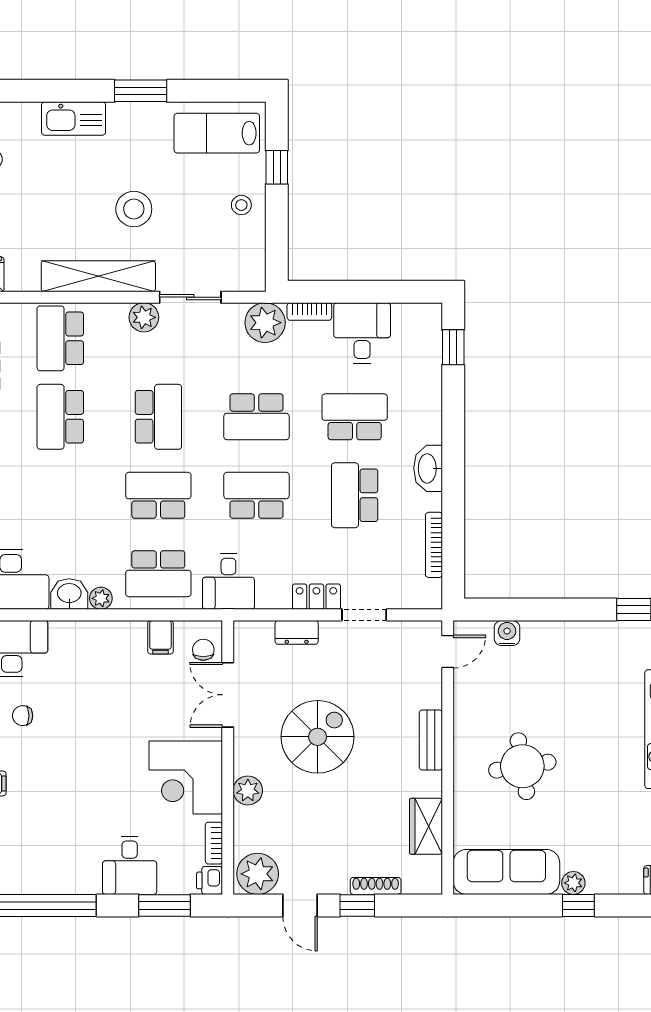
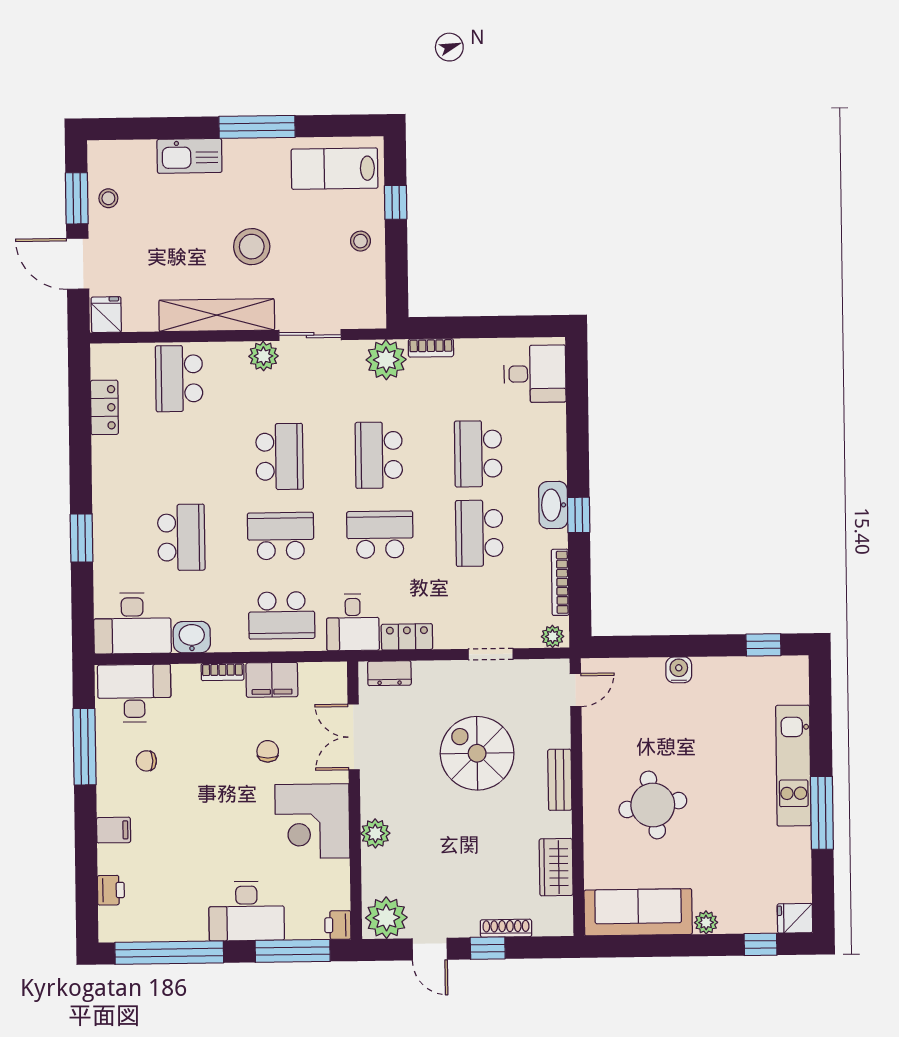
window: (141, 91) -> (257, 127), width x1.44
desk: (362, 333) -> (535, 374), moved, turned 90
window: (453, 347) -> (579, 515), moved
school desk: (60, 417) -> (181, 537), moved, turned 180
school desk: (256, 417) -> (379, 455), turned 90
school desk: (355, 417) -> (478, 454), turned -90
locker: (316, 597) -> (407, 637), moved
plant: (101, 598) -> (553, 636), moved
dresser: (297, 632) -> (389, 673), moved
water cooler: (507, 633) -> (679, 670), moved
filing cabinet: (160, 637) -> (272, 680), width x2.00
chair: (203, 650) -> (268, 751), moved
spiral stairs: (318, 737) -> (477, 753), moved, turned -90
bookcase: (214, 843) -> (223, 672), moved, turned -90
desk: (130, 865) -> (247, 911), width x1.37
window: (164, 905) -> (293, 951), width x1.44
window: (578, 905) -> (761, 944), moved

